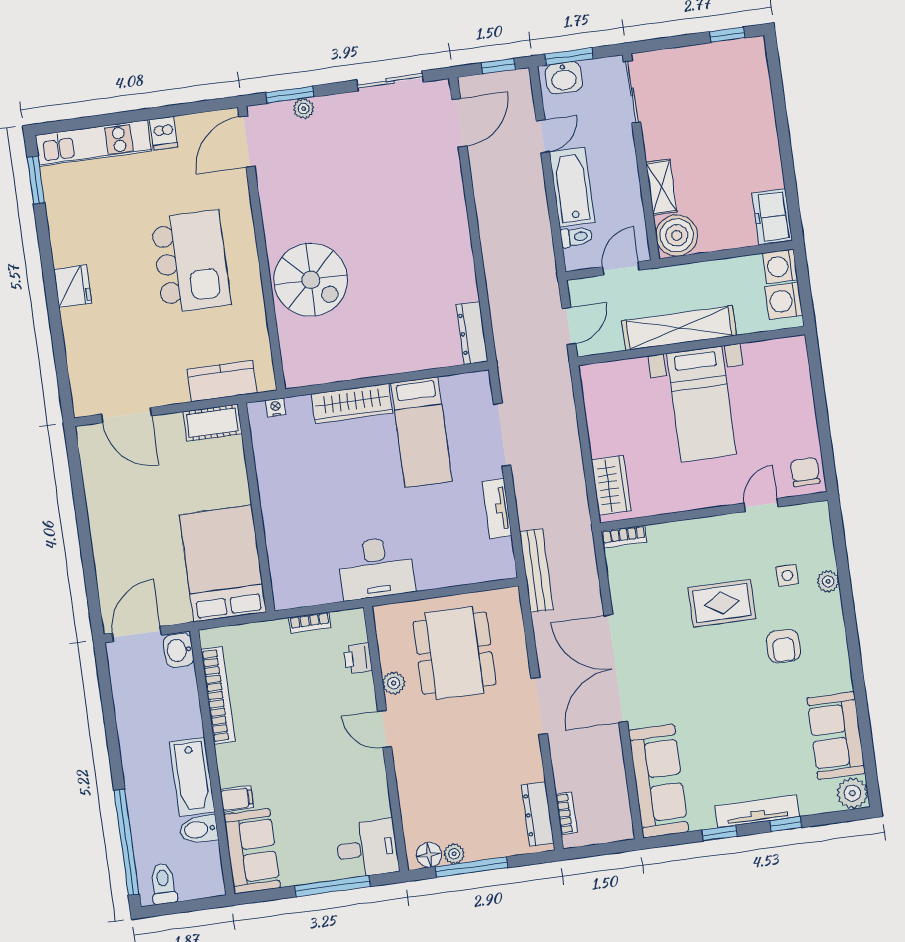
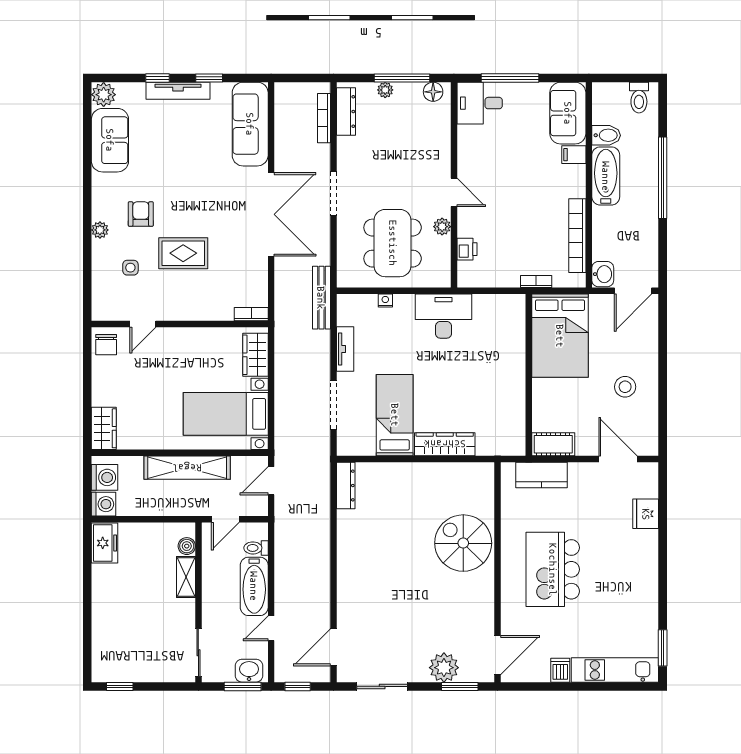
plant: (304, 109) -> (444, 668), width x1.88, depth x1.88
boiler: (677, 235) -> (187, 546), width x0.54, depth x0.54
fridge: (73, 286) -> (646, 514), moved
wardrobe: (793, 364) -> (104, 428), added
bed with nightstands: (701, 404) -> (226, 414), moved, turned -90
nightstand: (276, 407) -> (385, 301), moved, turned 180
stool: (130, 509) -> (625, 387), added
plant: (828, 581) -> (100, 230), moved
bookcase: (310, 623) -> (536, 282), moved
bookcase: (566, 813) -> (324, 118), width x1.56
window: (127, 842) -> (663, 178), moved
plant: (454, 854) -> (385, 90), moved

